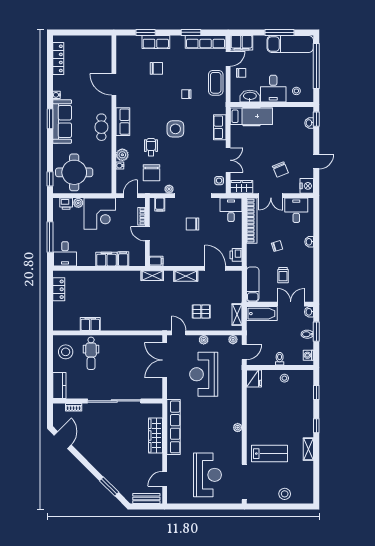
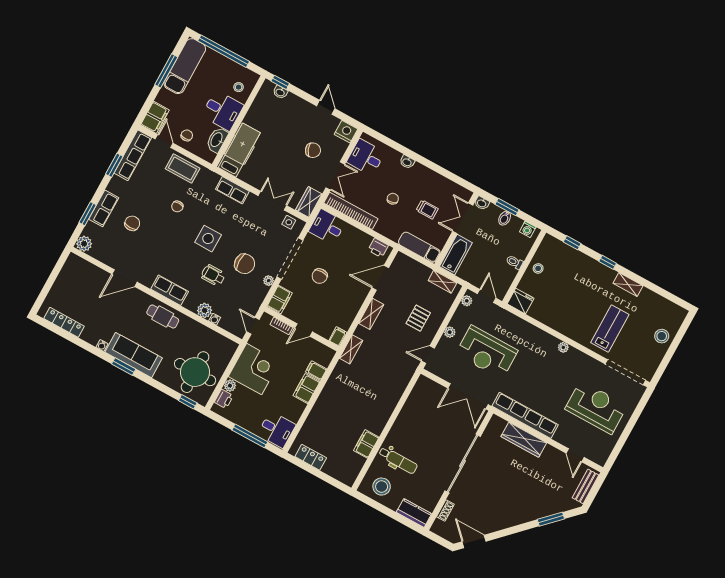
plant: (123, 42) -> (84, 244), added
chair: (151, 173) -> (245, 264), moved
filing cabinet: (160, 205) -> (280, 300), width x2.00
double door: (165, 360) -> (468, 396), moved

